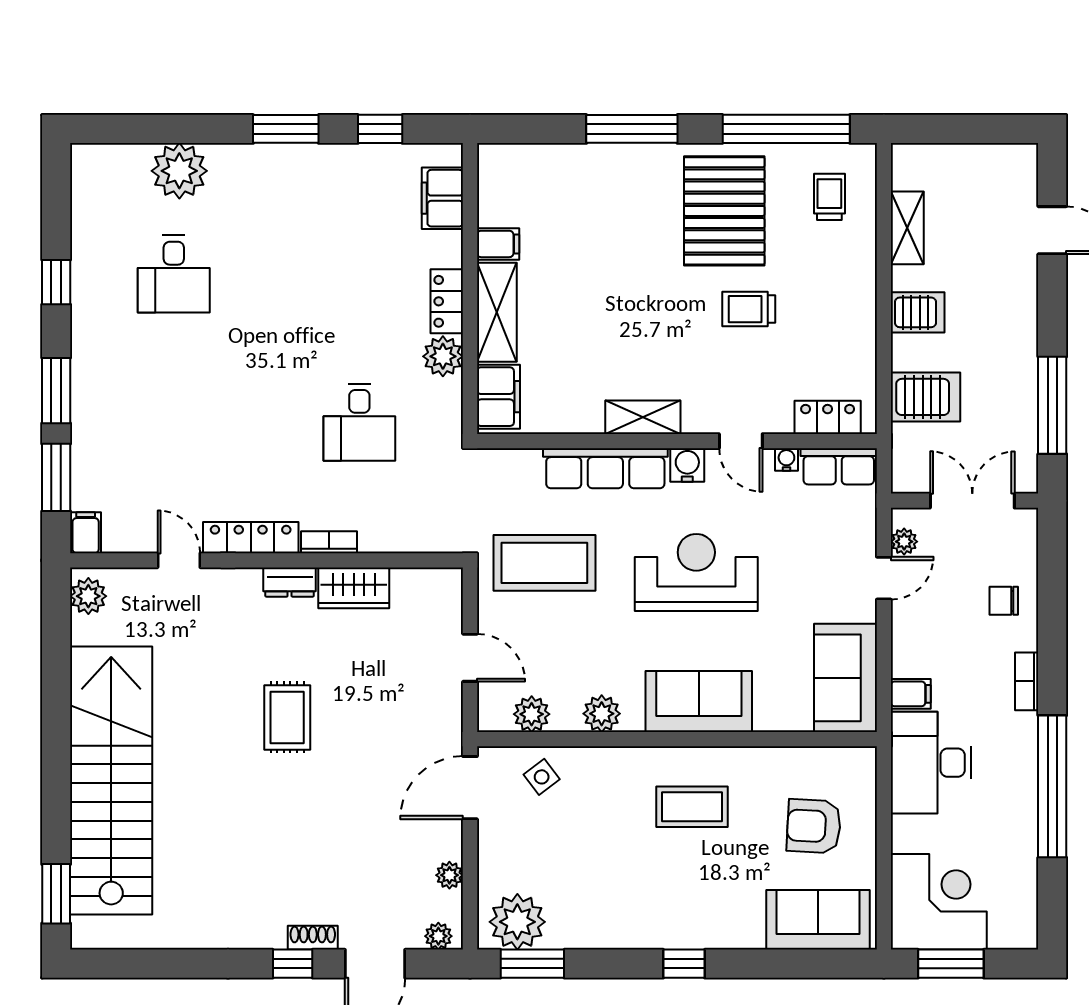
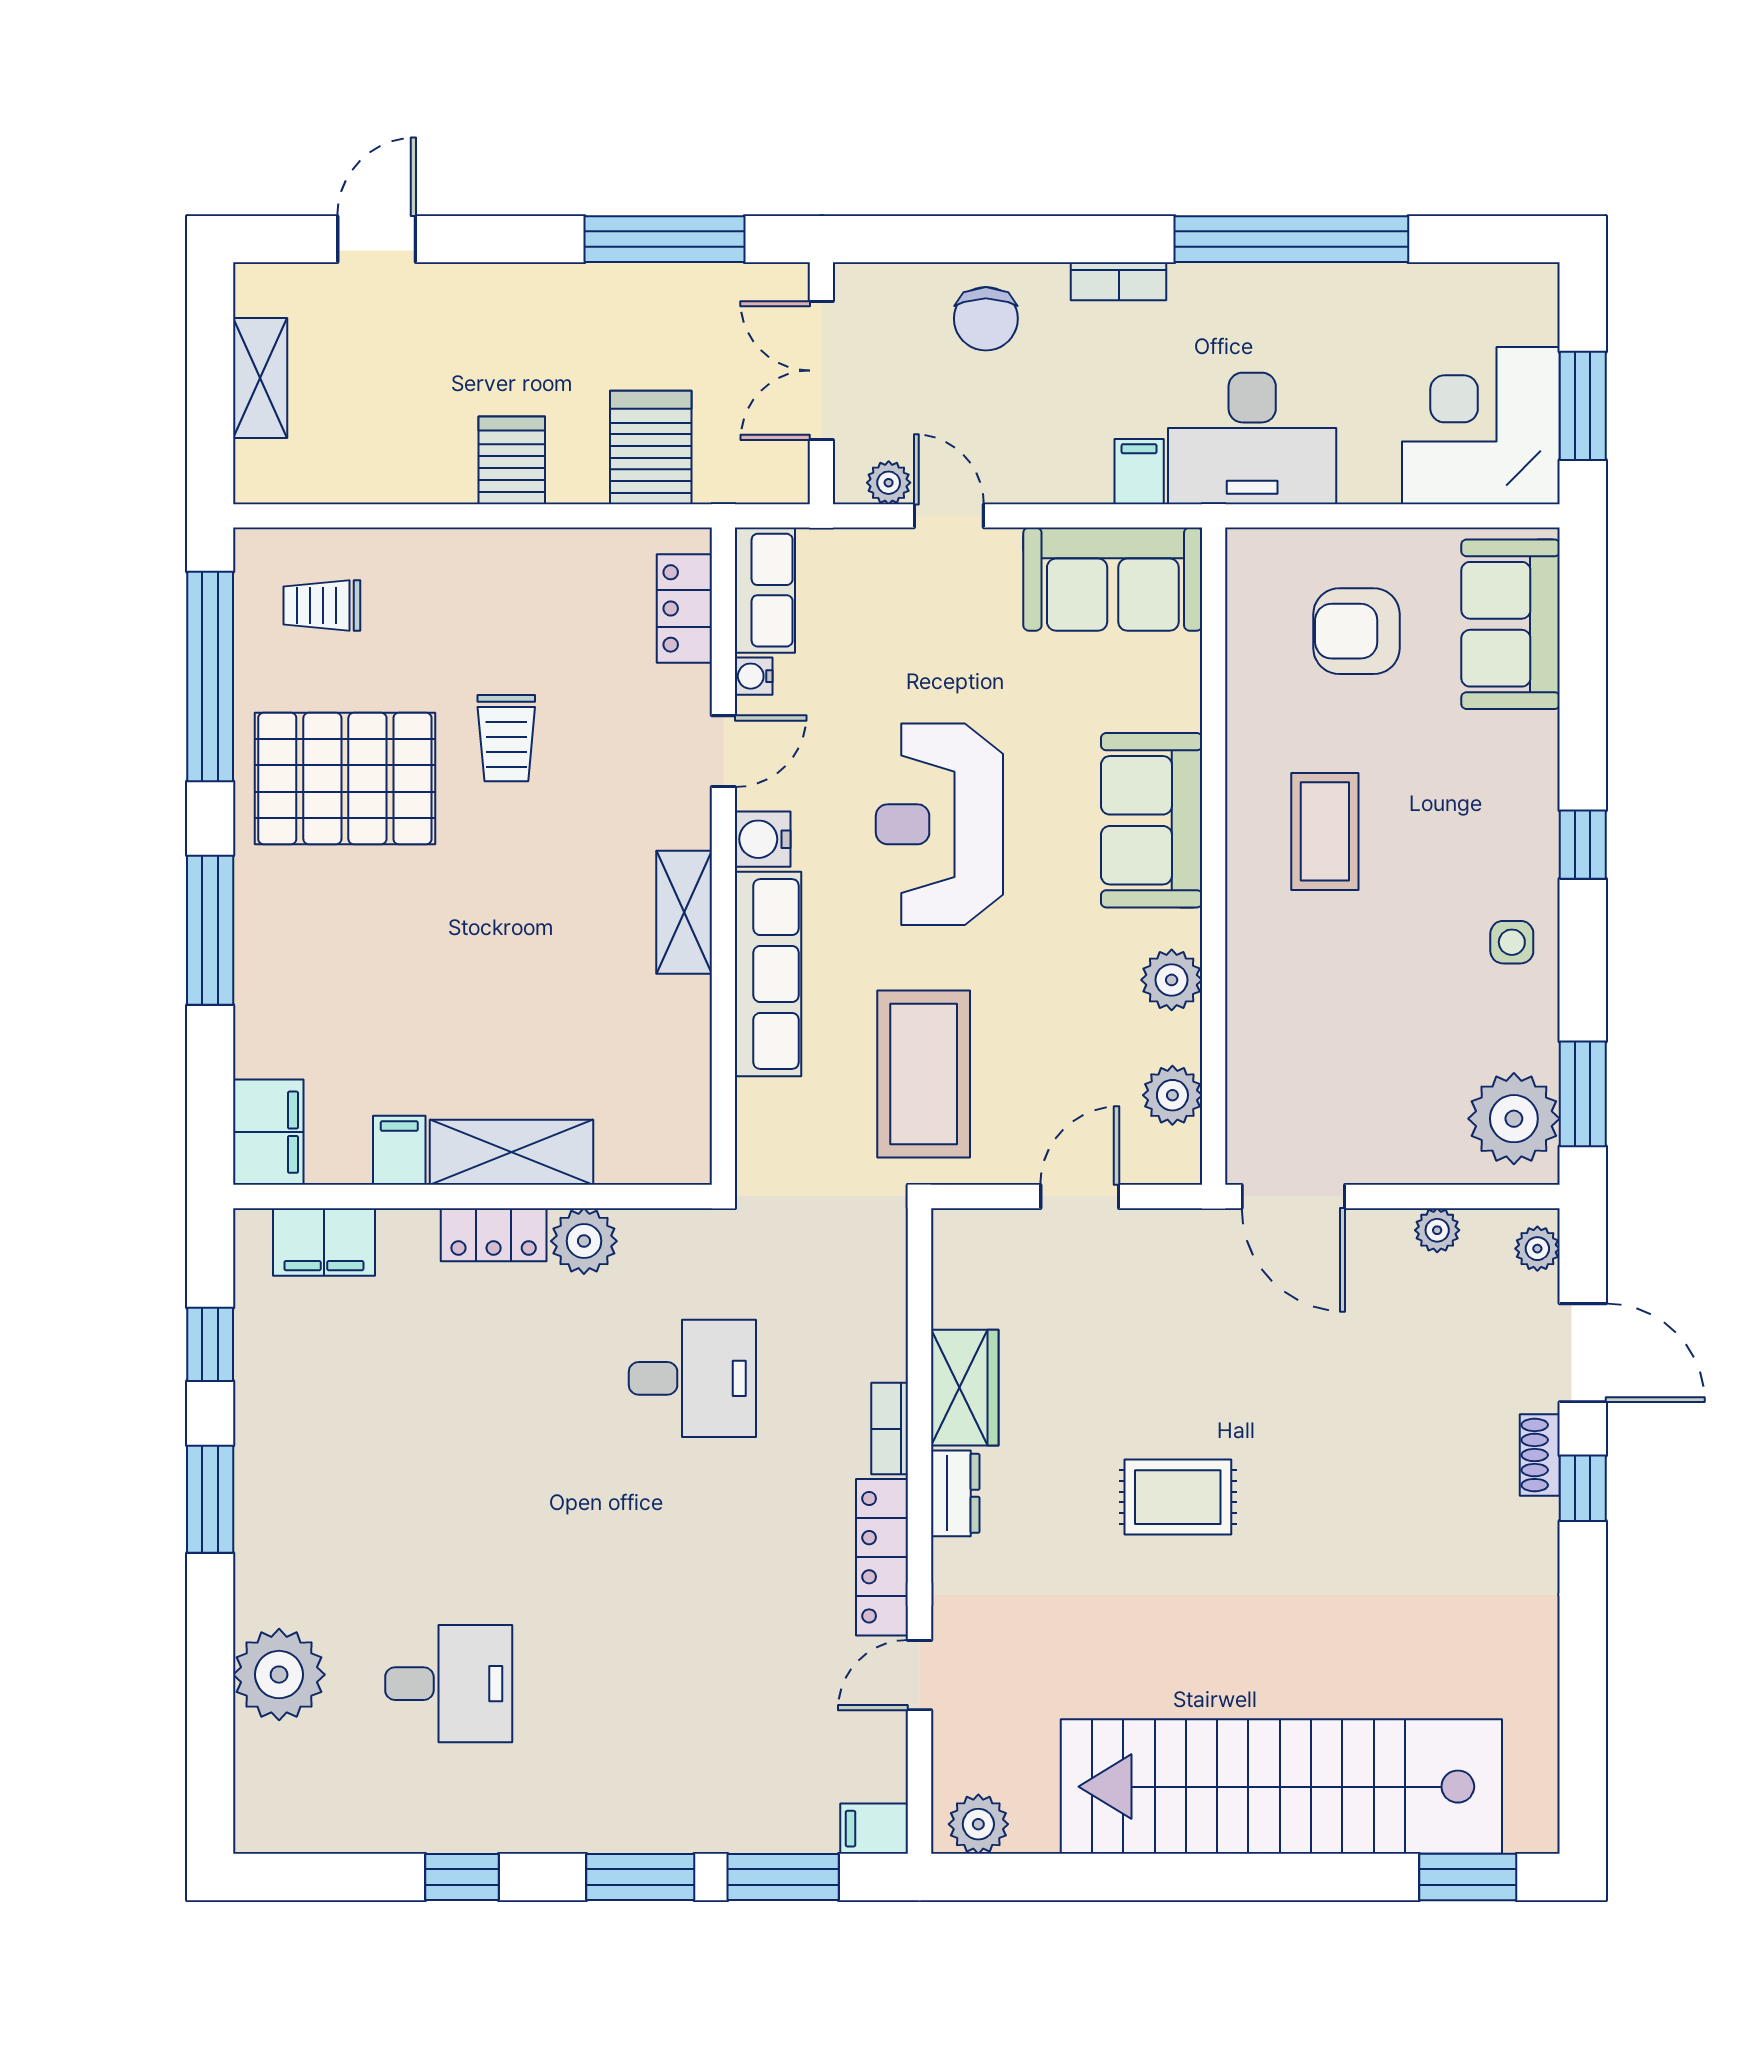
shelving: (907, 228) -> (260, 378), moved, turned 90
filing cabinet: (498, 397) -> (268, 1132), moved, turned 90
chair: (1004, 601) -> (986, 319), width x1.37, depth x1.37
side table: (542, 777) -> (1512, 942), moved, turned 37
armchair: (814, 826) -> (1356, 631), turned 87

